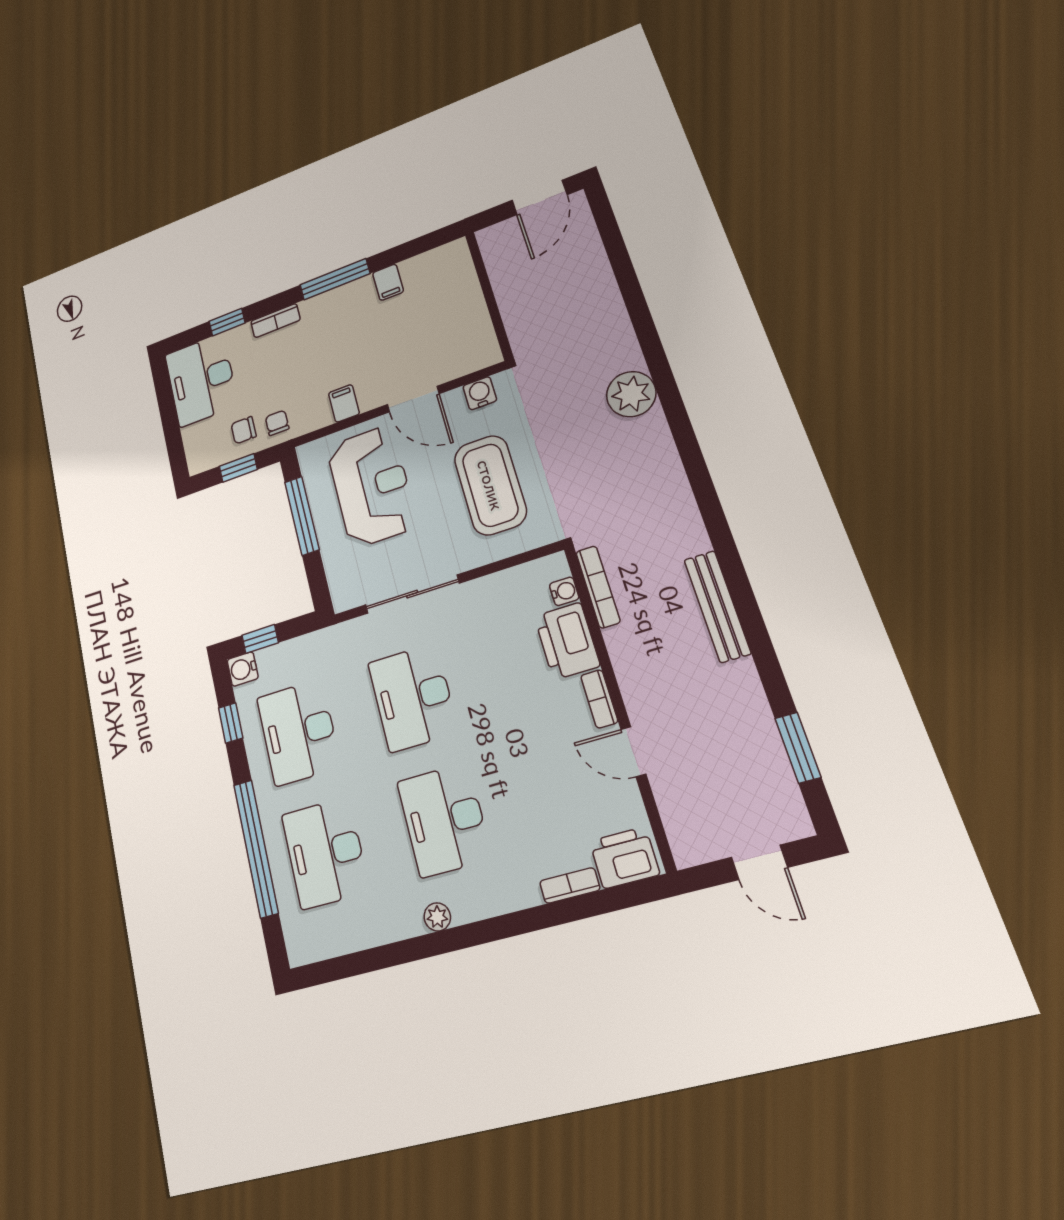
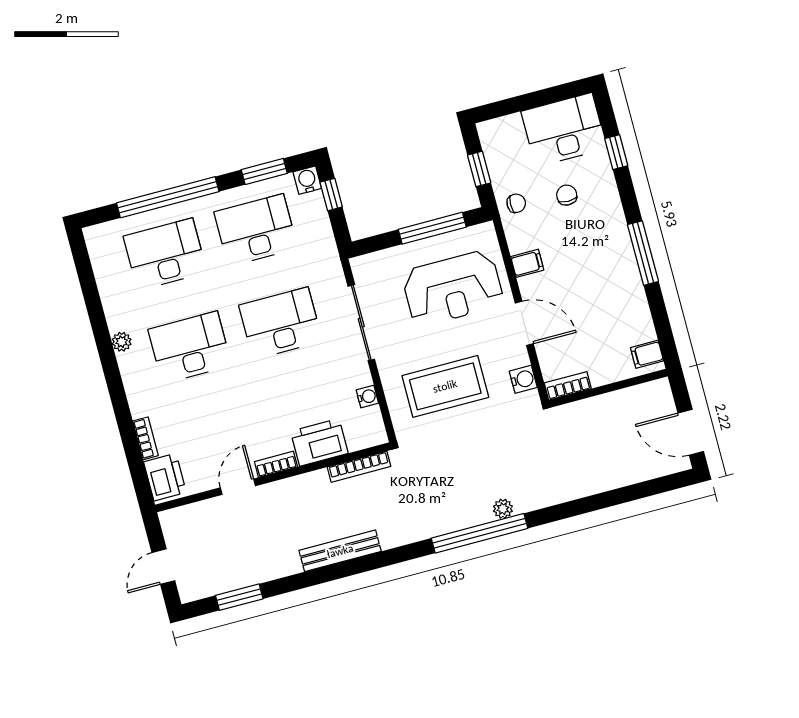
filing cabinet: (388, 282) -> (647, 354), moved
bookcase: (275, 321) -> (568, 386), moved, turned 90
plant: (631, 394) -> (503, 509), width x0.53, depth x0.53
door: (413, 399) -> (524, 323), swing flipped
window: (680, 426) -> (479, 533), added
chair: (244, 430) -> (567, 195), moved
water cooler: (564, 591) -> (367, 397), moved, turned -90
window: (231, 723) -> (264, 171), width x1.50

